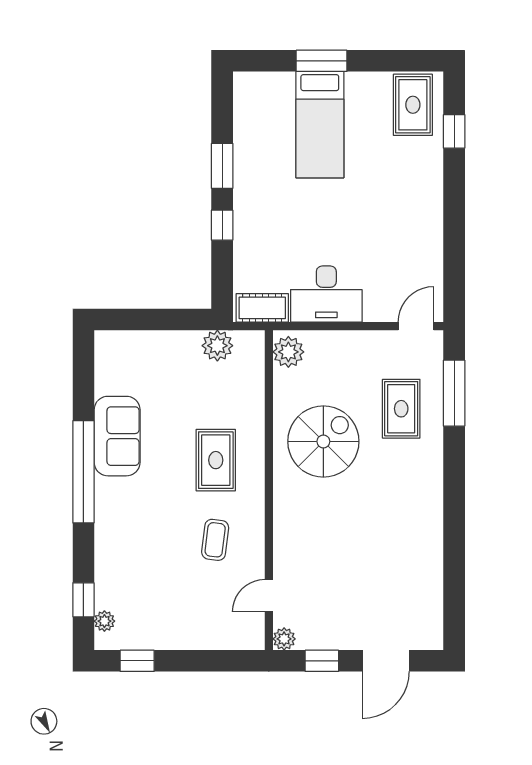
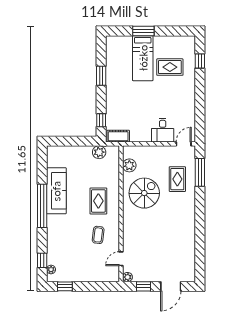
rug: (413, 105) -> (170, 67), moved, turned 90
window: (222, 225) -> (101, 120), moved
desk: (326, 294) -> (163, 130), moved, width x0.73
plant: (288, 352) -> (129, 165), moved
sofa: (117, 436) -> (56, 191), width x1.36

